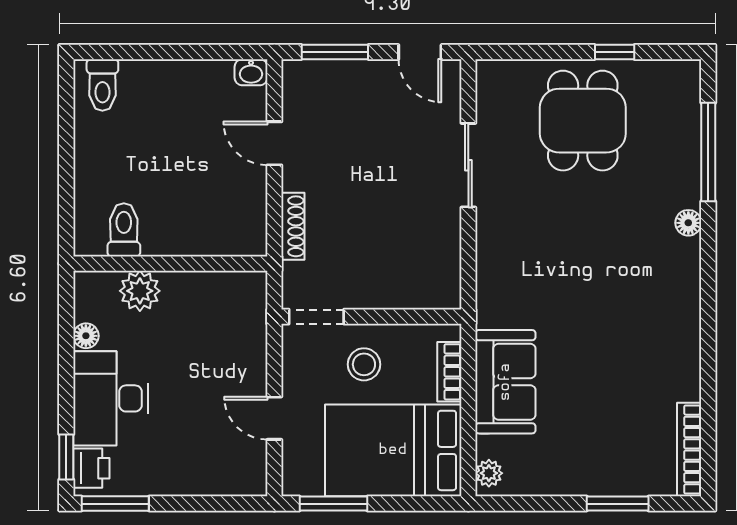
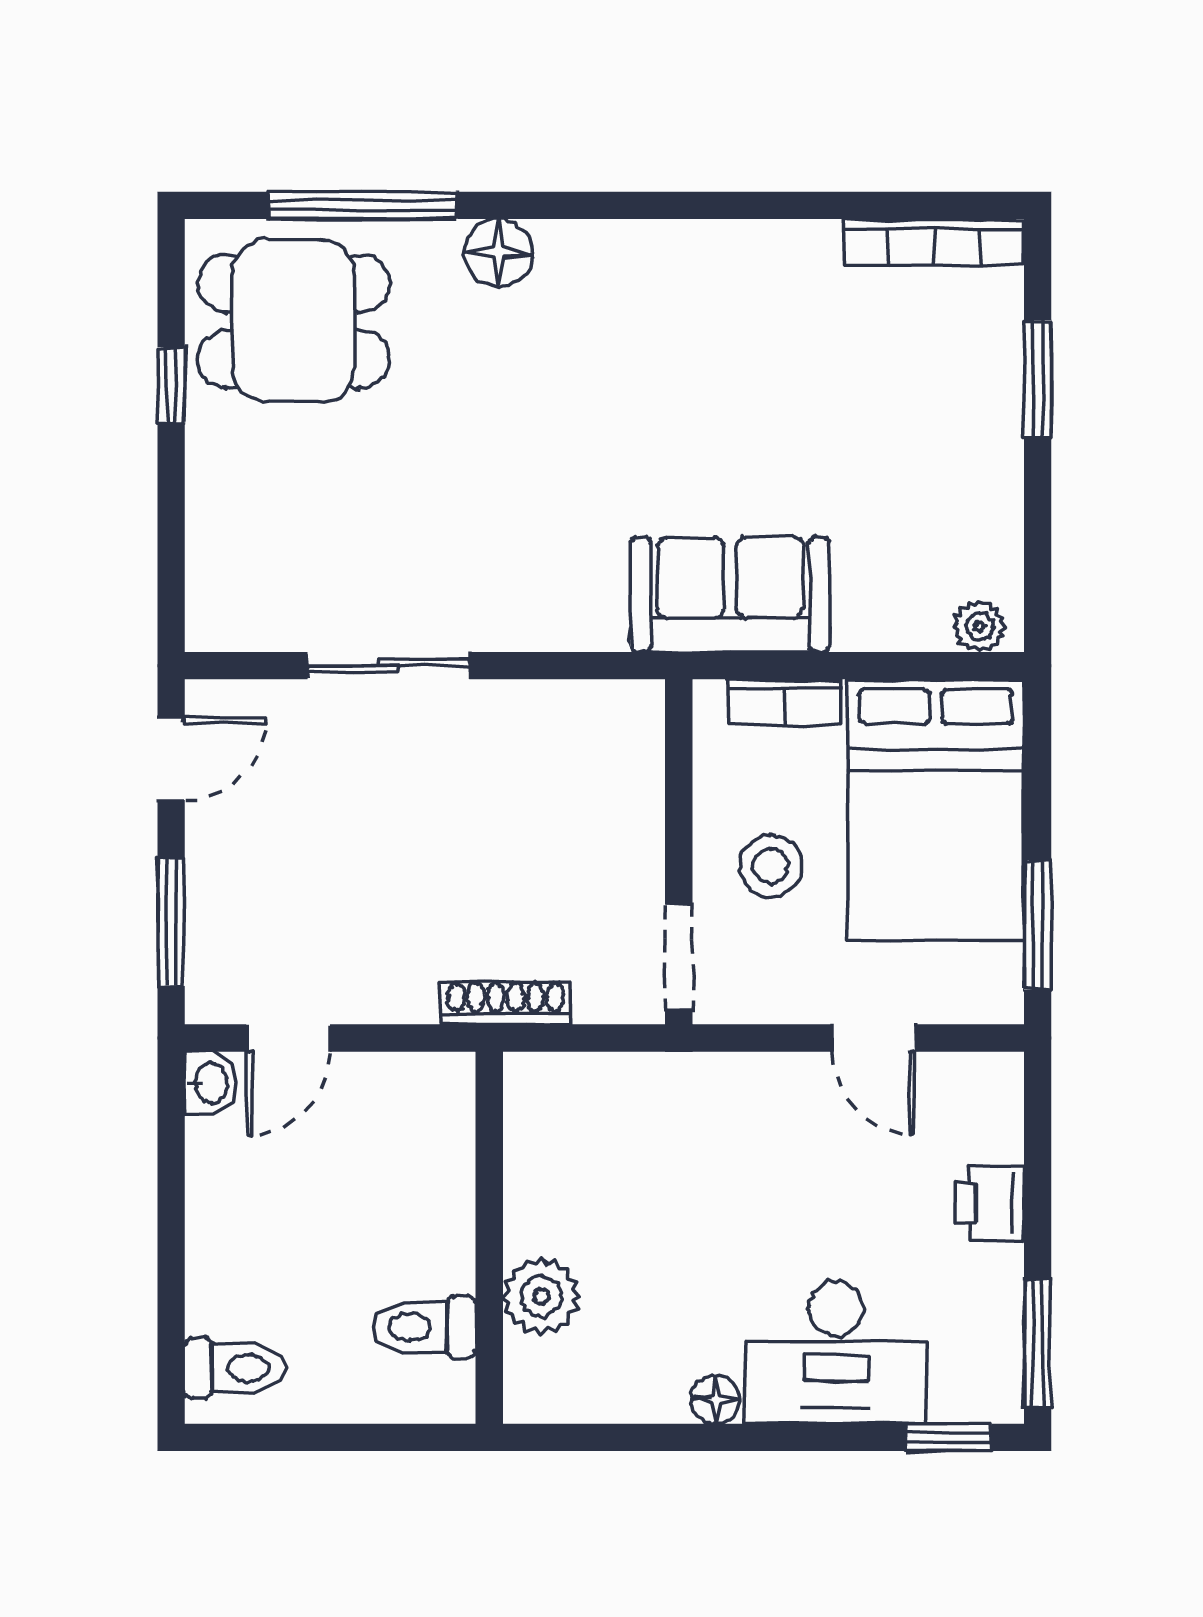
dining table: (583, 121) -> (294, 321), moved
door: (274, 143) -> (288, 1038), moved
floor lamp: (688, 223) -> (499, 253), width x1.37, depth x1.37
toilet: (124, 230) -> (424, 1327), moved
wall: (170, 264) -> (489, 1238), moved
plant: (140, 291) -> (541, 1296), moved
sofa: (505, 382) -> (730, 595), moved
door: (274, 418) -> (874, 1038), hinge flipped
printer: (91, 468) -> (990, 1203), moved, turned -90

